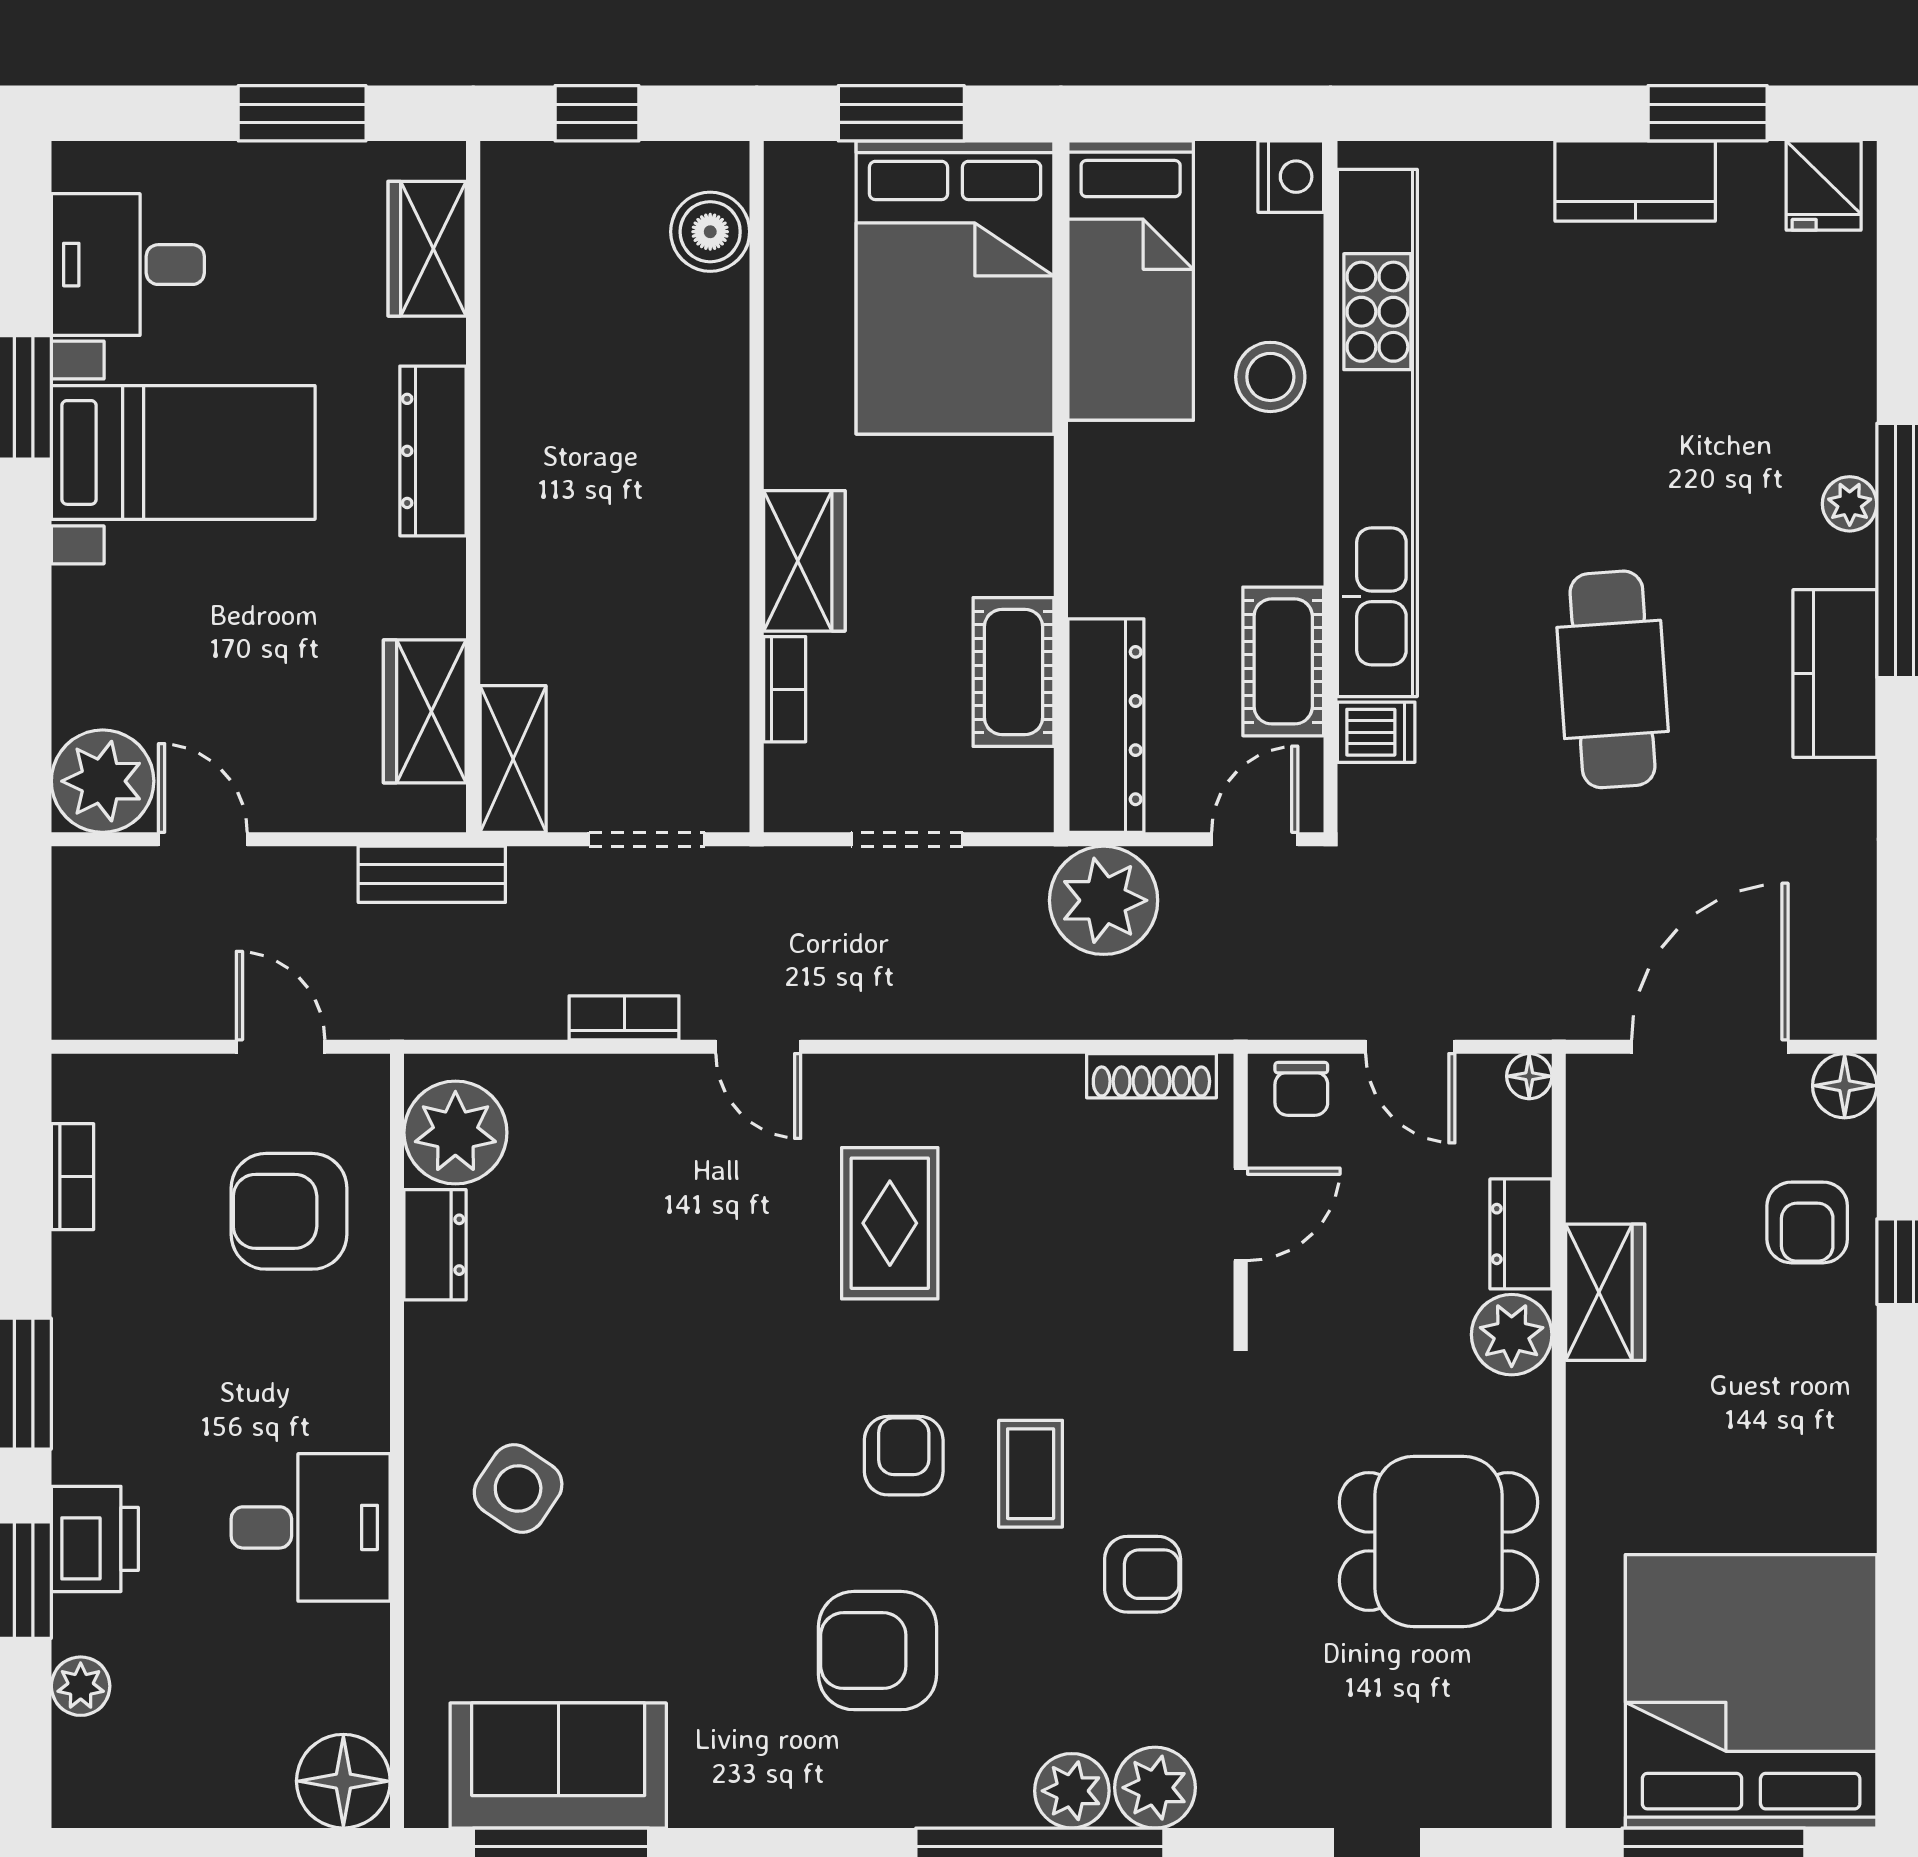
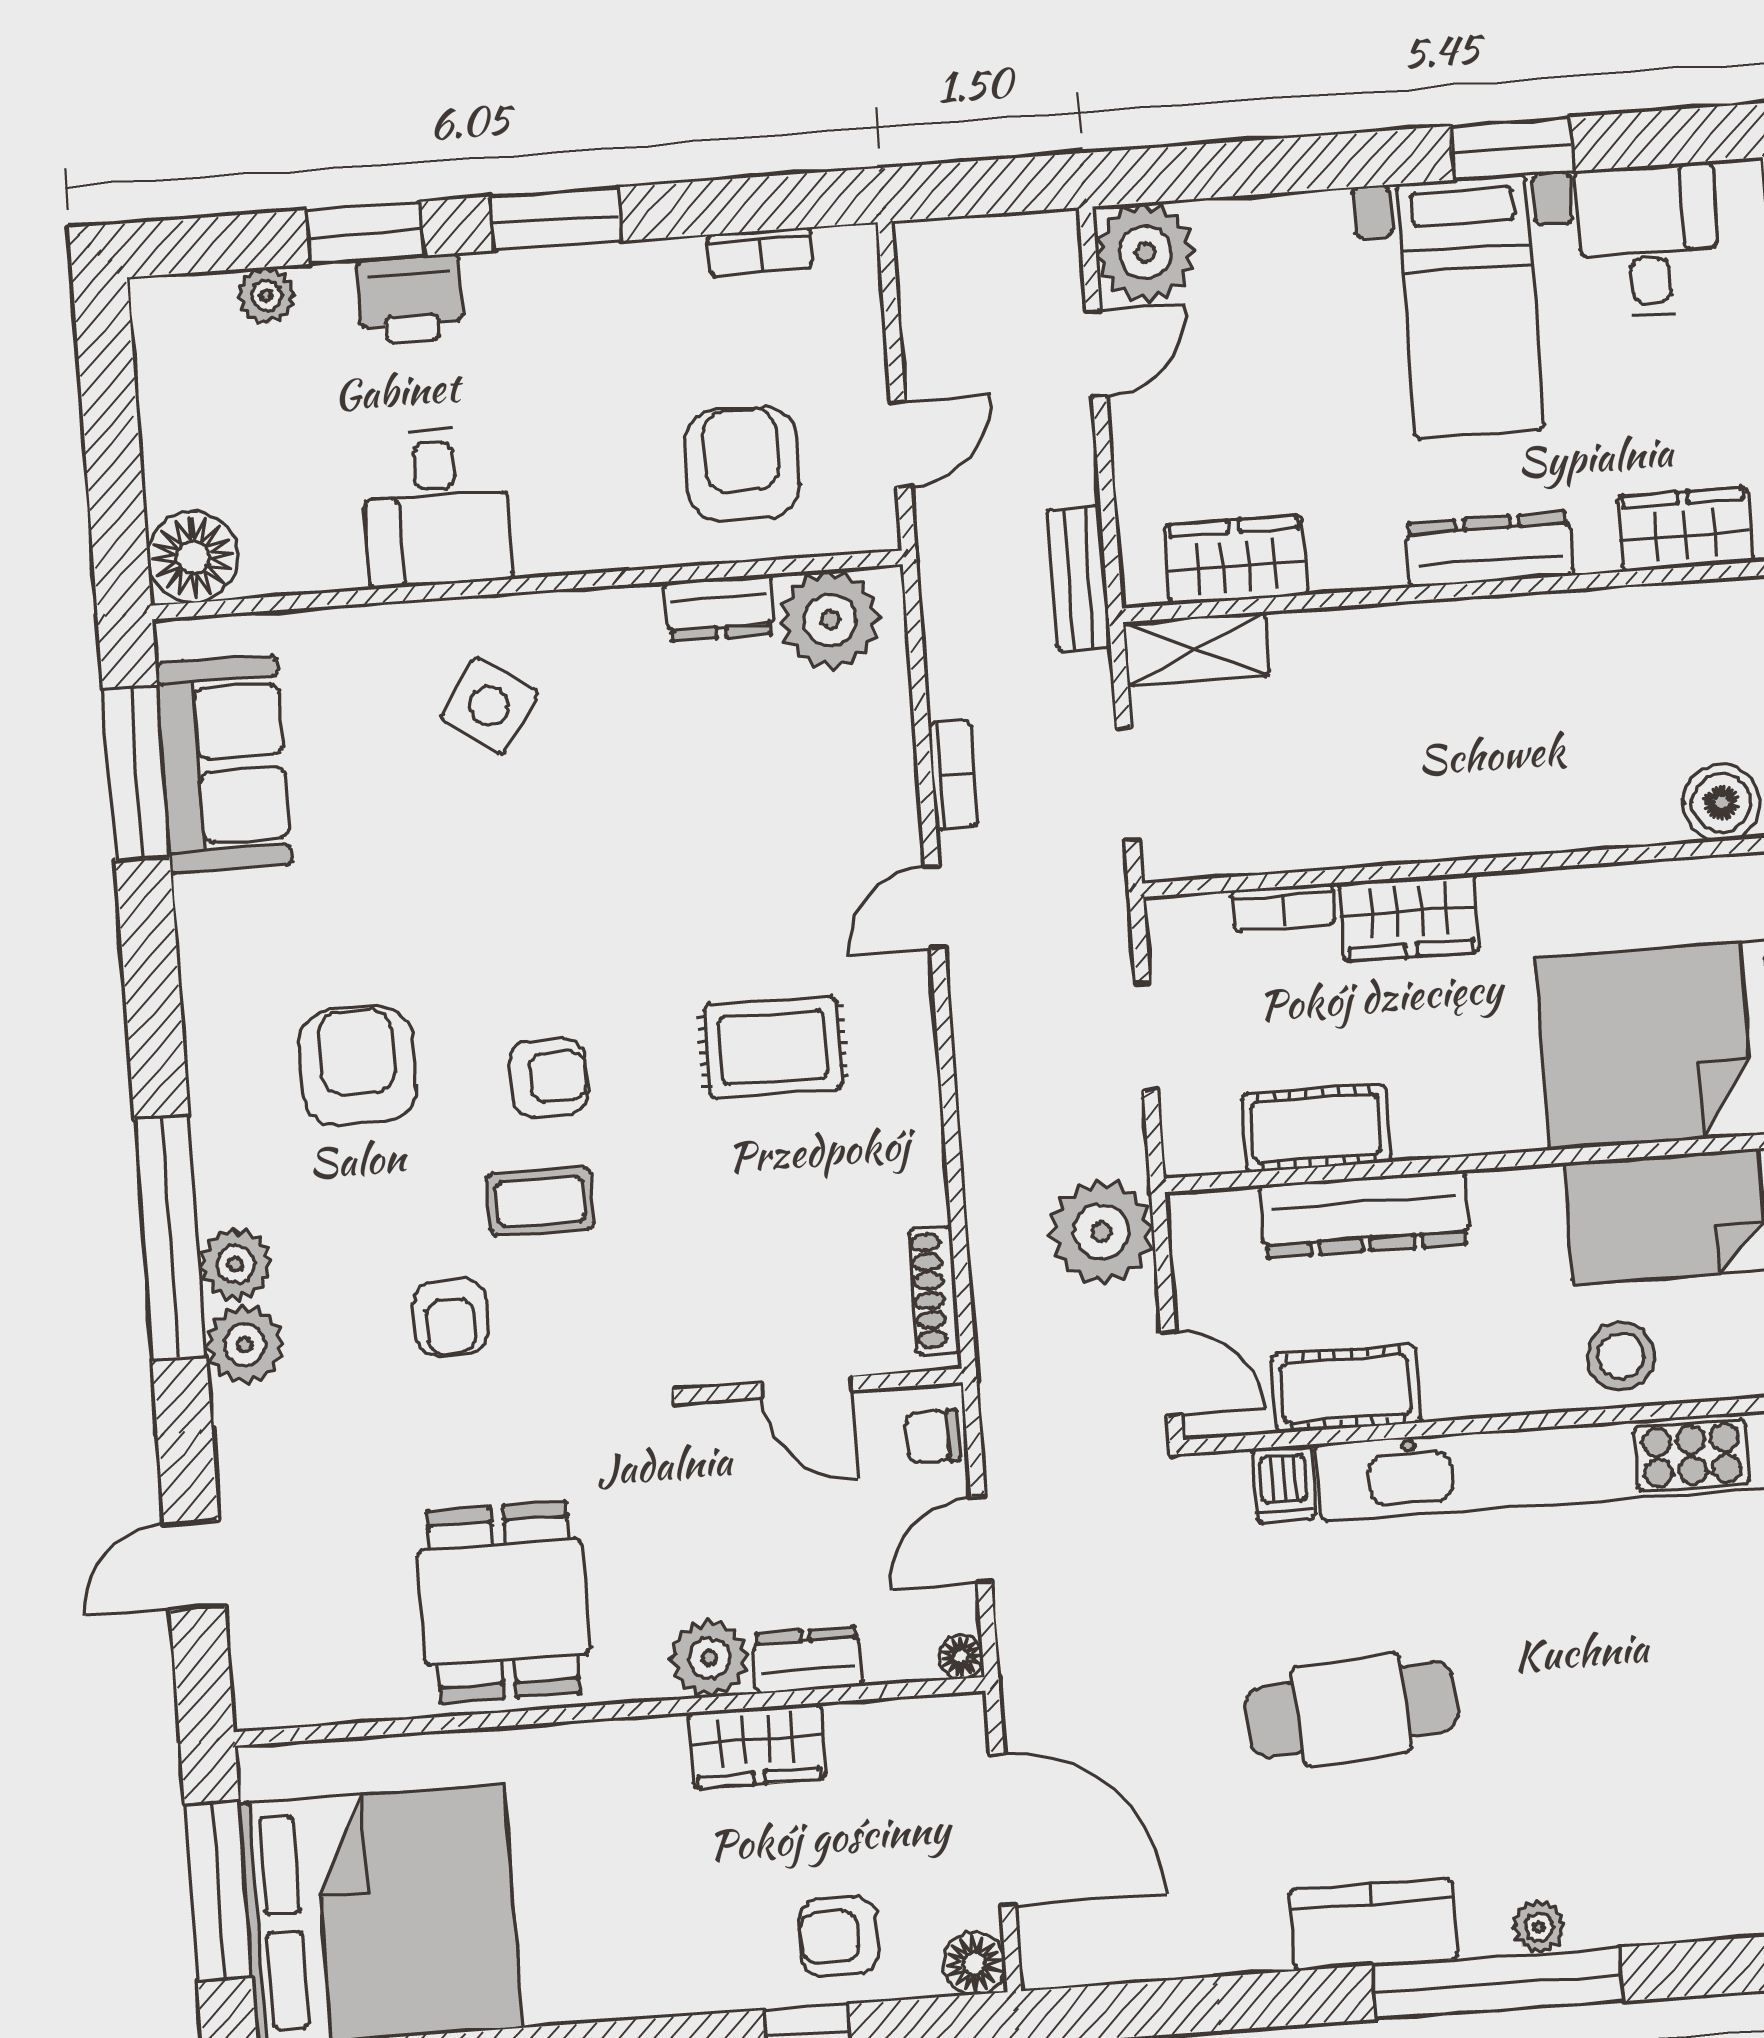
dresser: (1106, 726) -> (1365, 1214), moved

